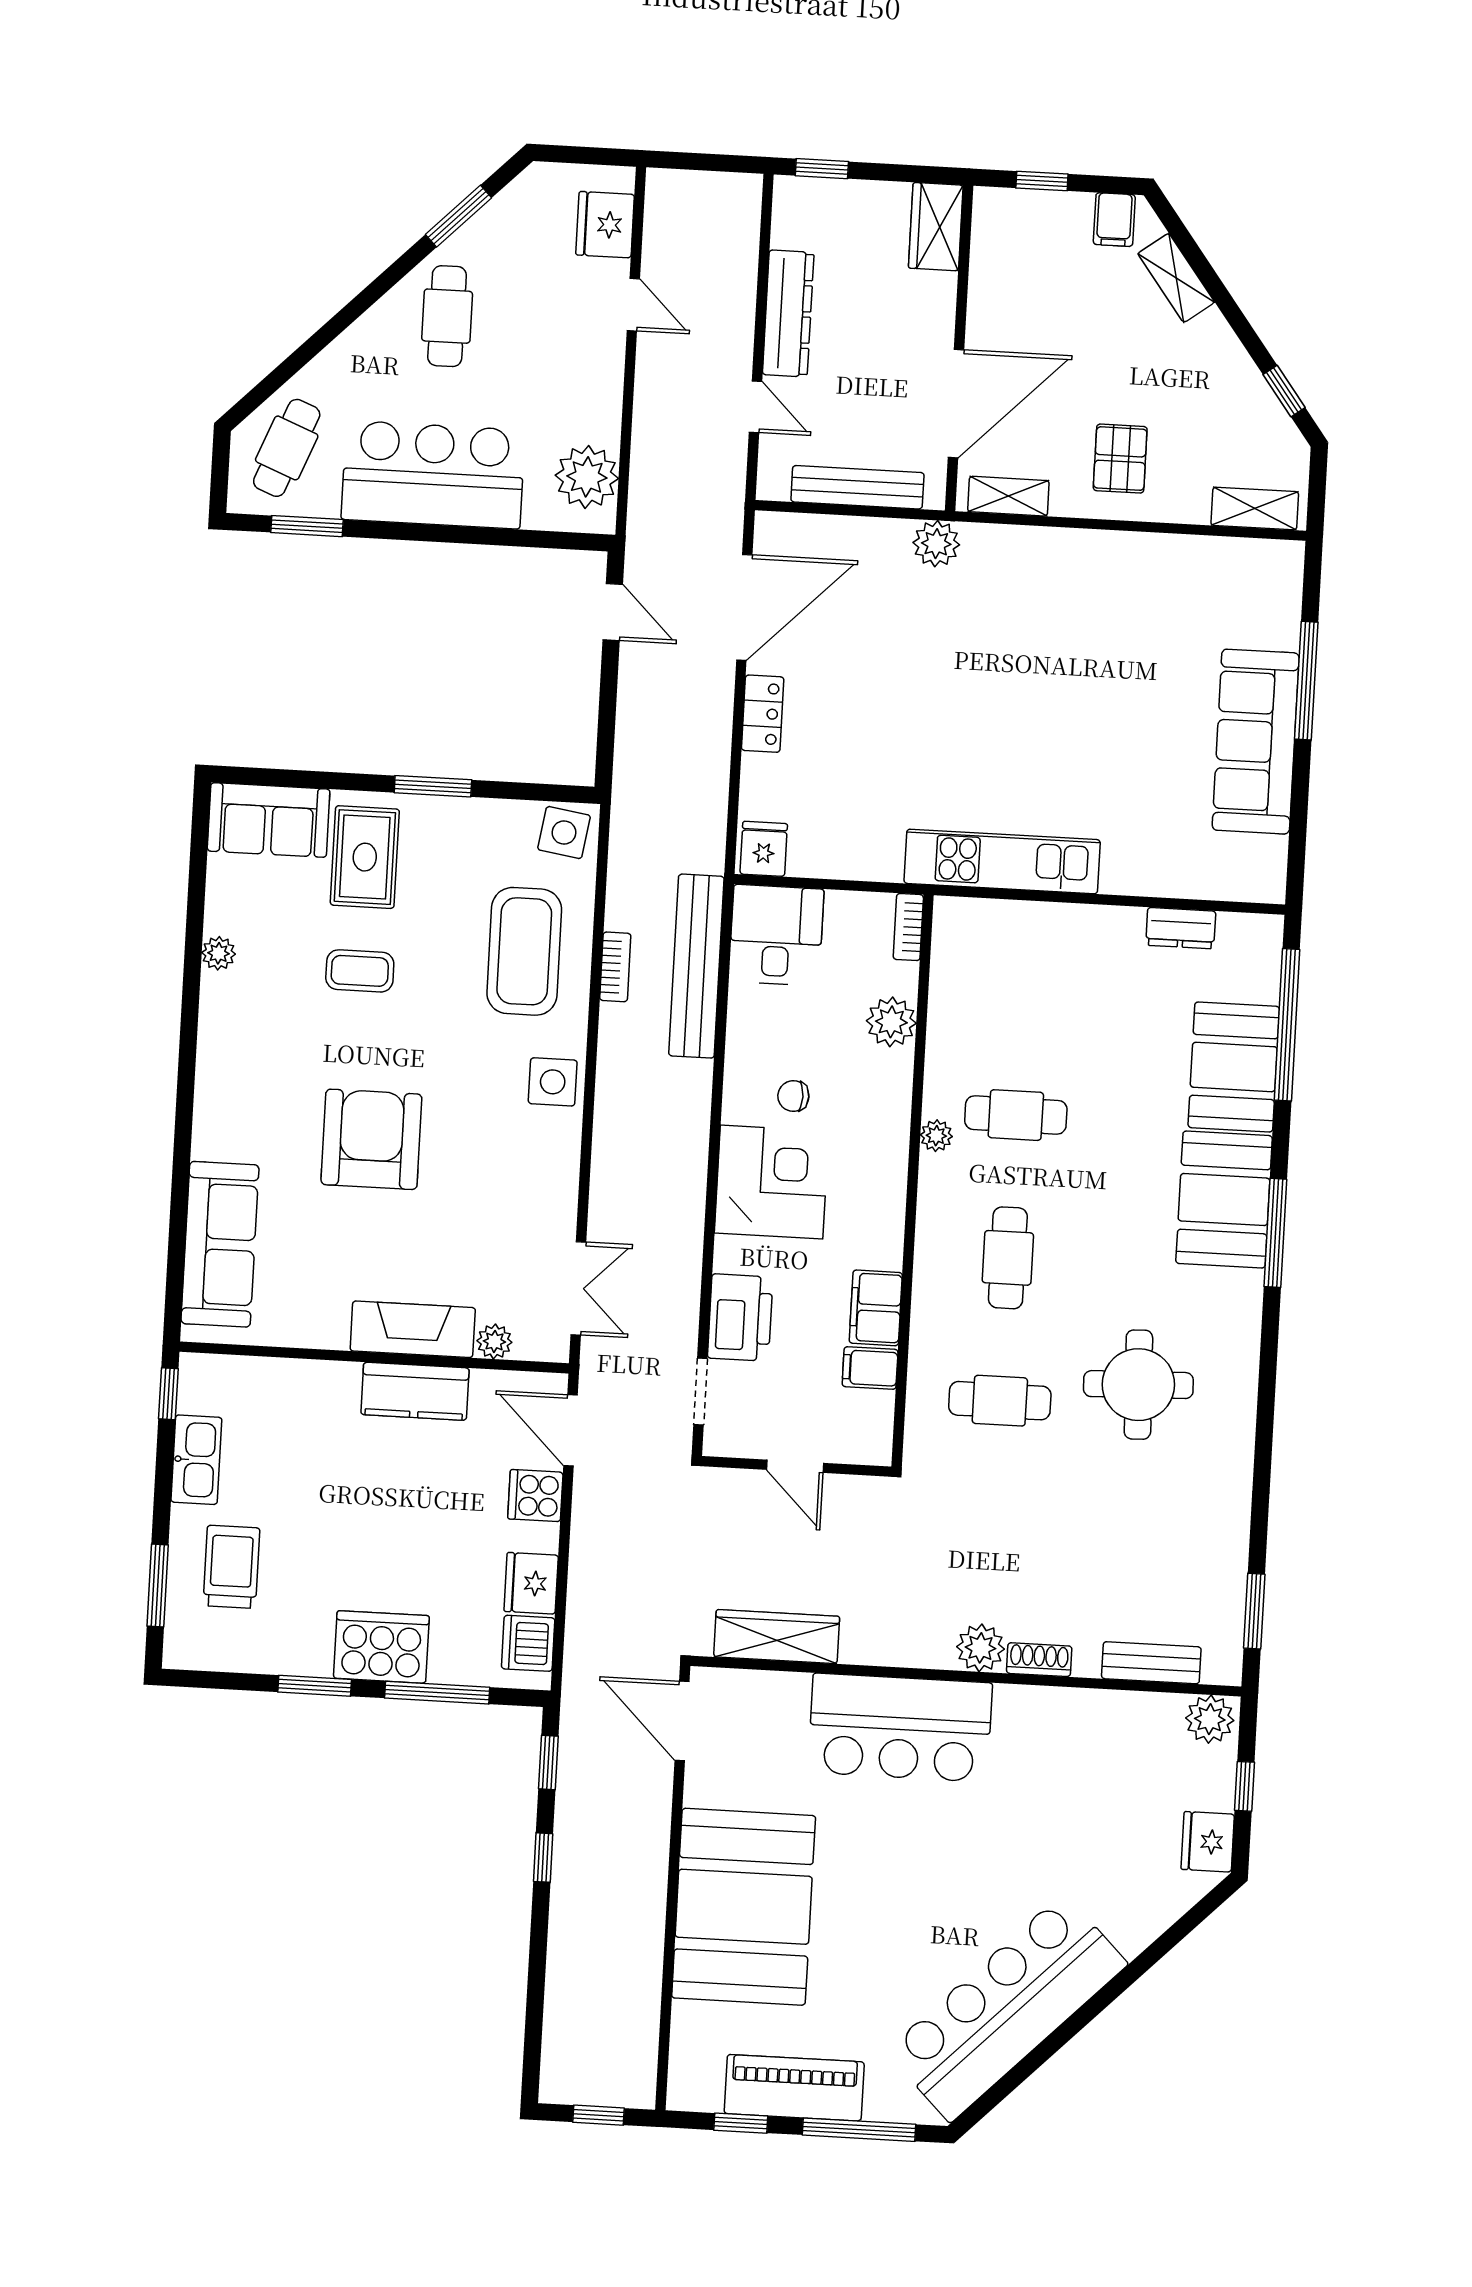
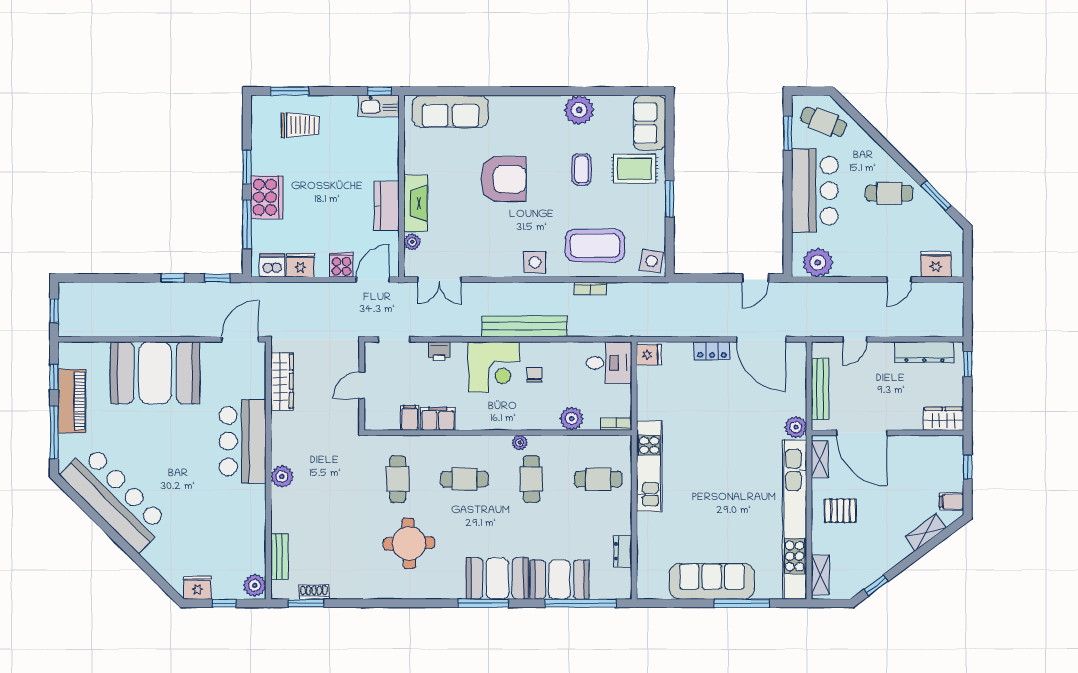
dresser: (788, 313) -> (924, 352), moved
kitchen unit: (1133, 557) -> (795, 519), added
plant: (219, 953) -> (579, 110), width x1.87, depth x1.87
bench: (696, 966) -> (525, 326), moved
cafe table: (1024, 972) -> (598, 479), added
printer: (740, 1318) -> (439, 351), width x0.53, depth x0.68
kitchen sink: (196, 1460) -> (379, 106), moved
shoe rack: (1039, 1660) -> (314, 592), moved, turned -90

